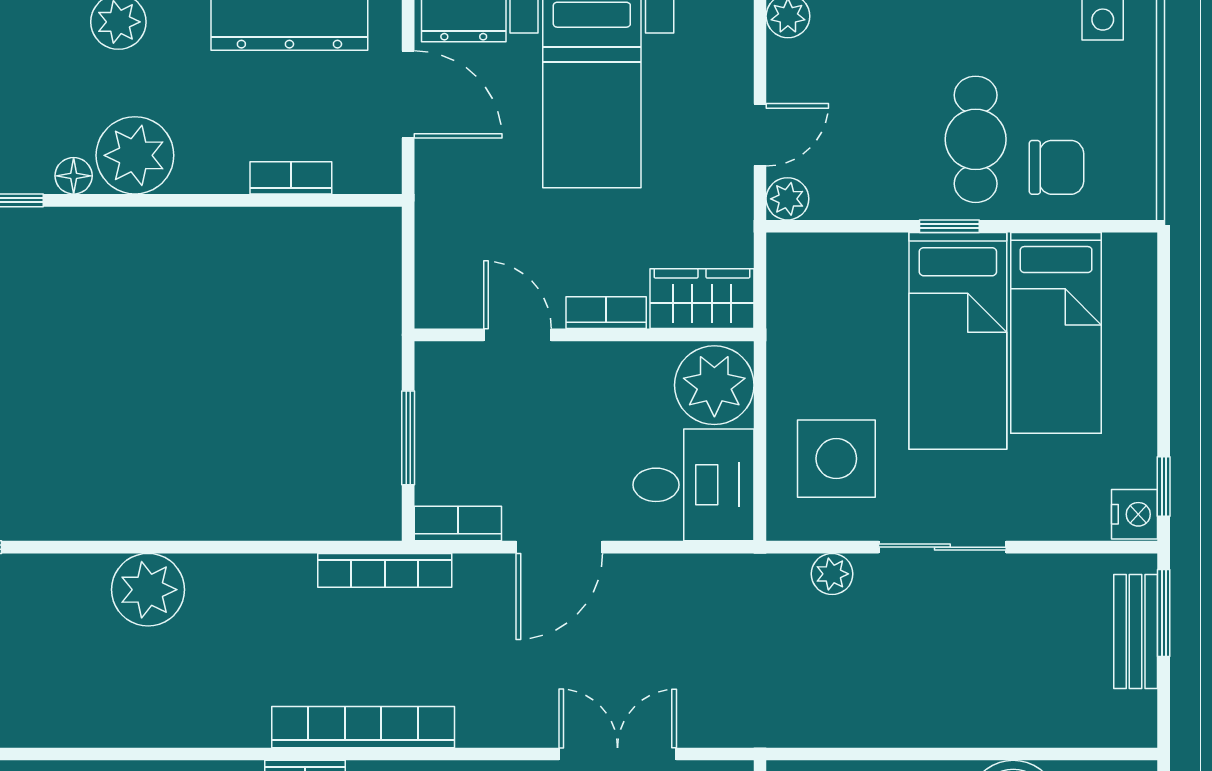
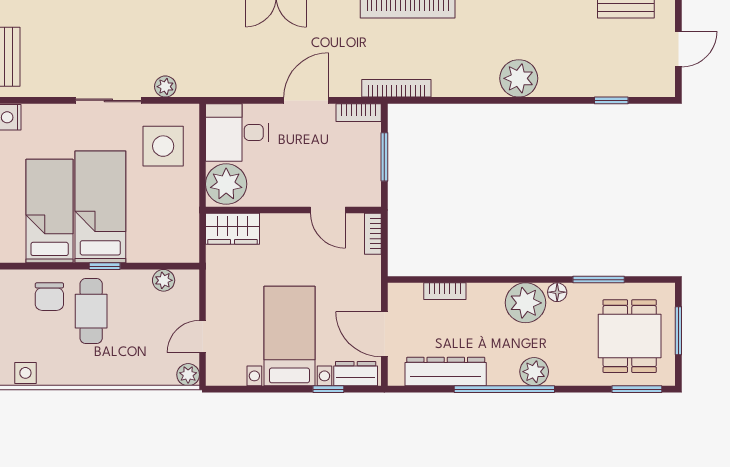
door: (760, 135) -> (203, 337), moved
chair: (1056, 167) -> (49, 297), turned -90
plant: (787, 199) -> (164, 280), moved
bookcase: (606, 313) -> (373, 234), moved, turned 90

